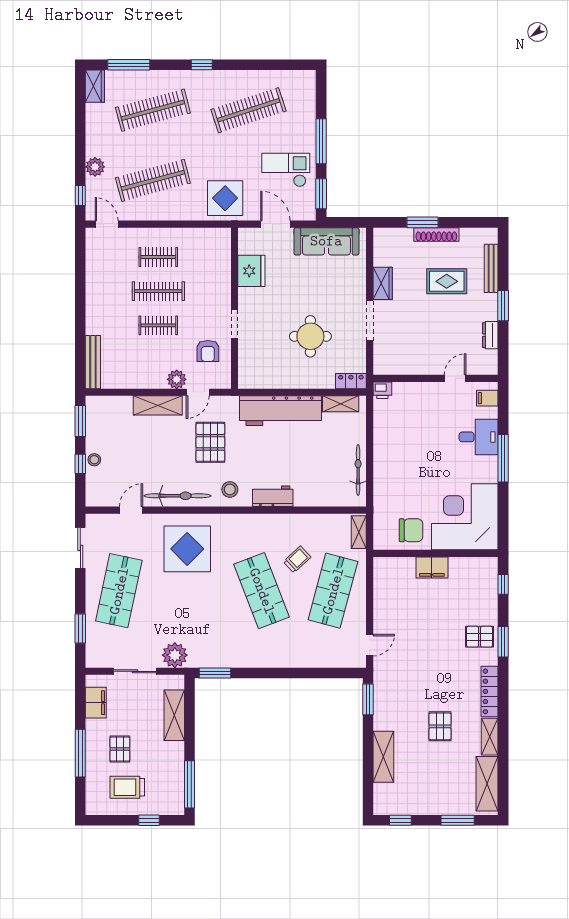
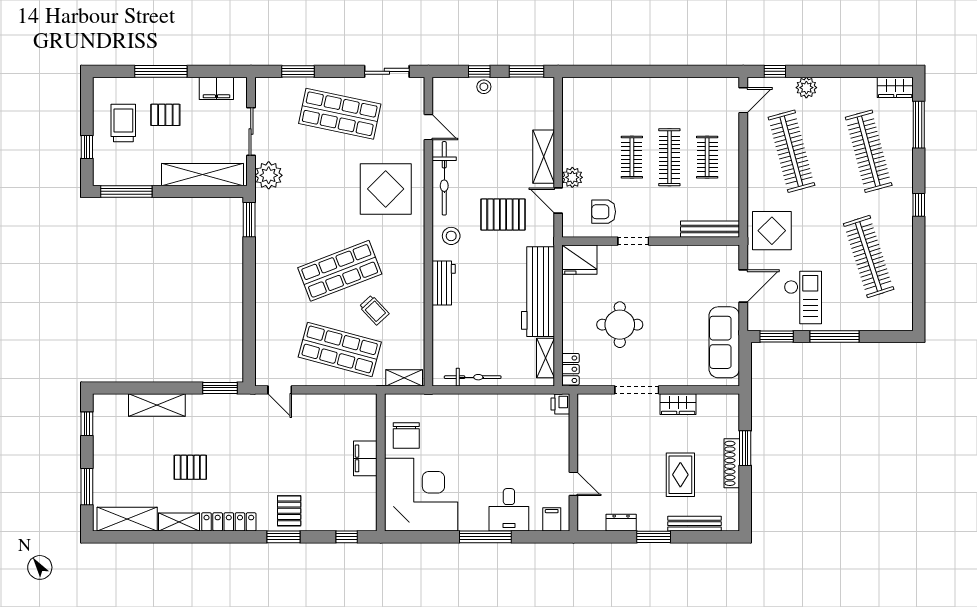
fridge: (251, 271) -> (579, 260), moved
bench: (93, 362) -> (710, 229), moved
shelving: (174, 715) -> (203, 175), width x1.47

